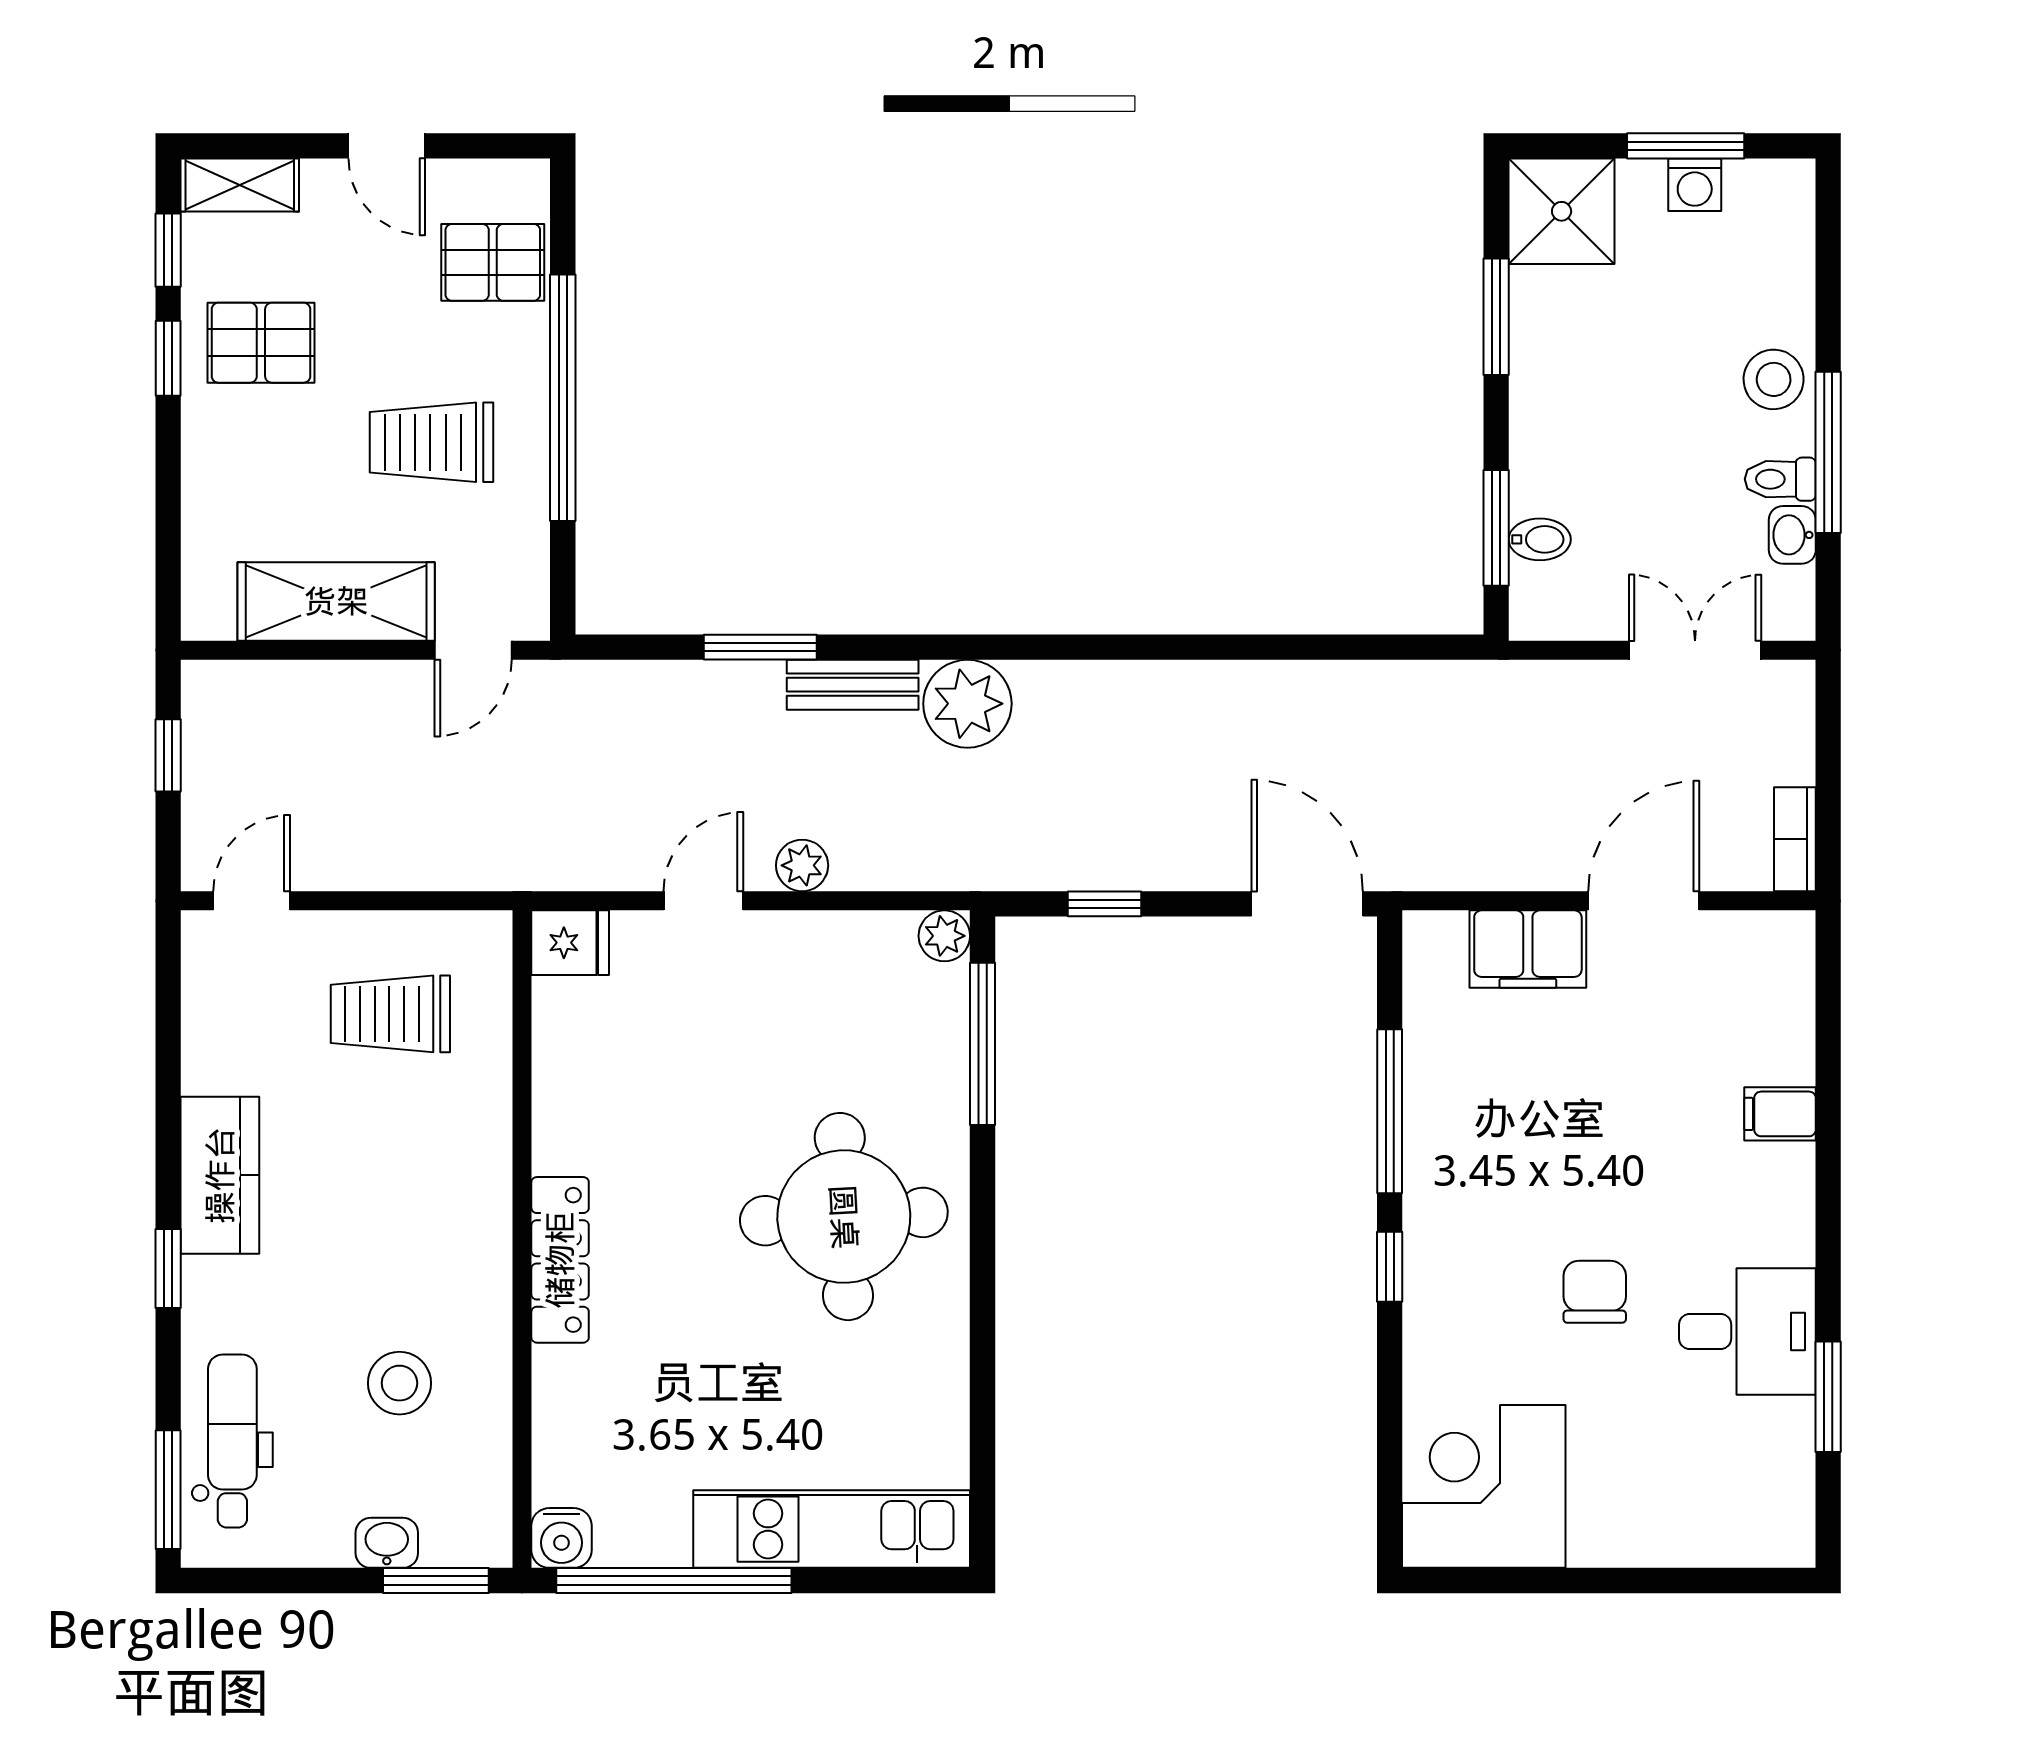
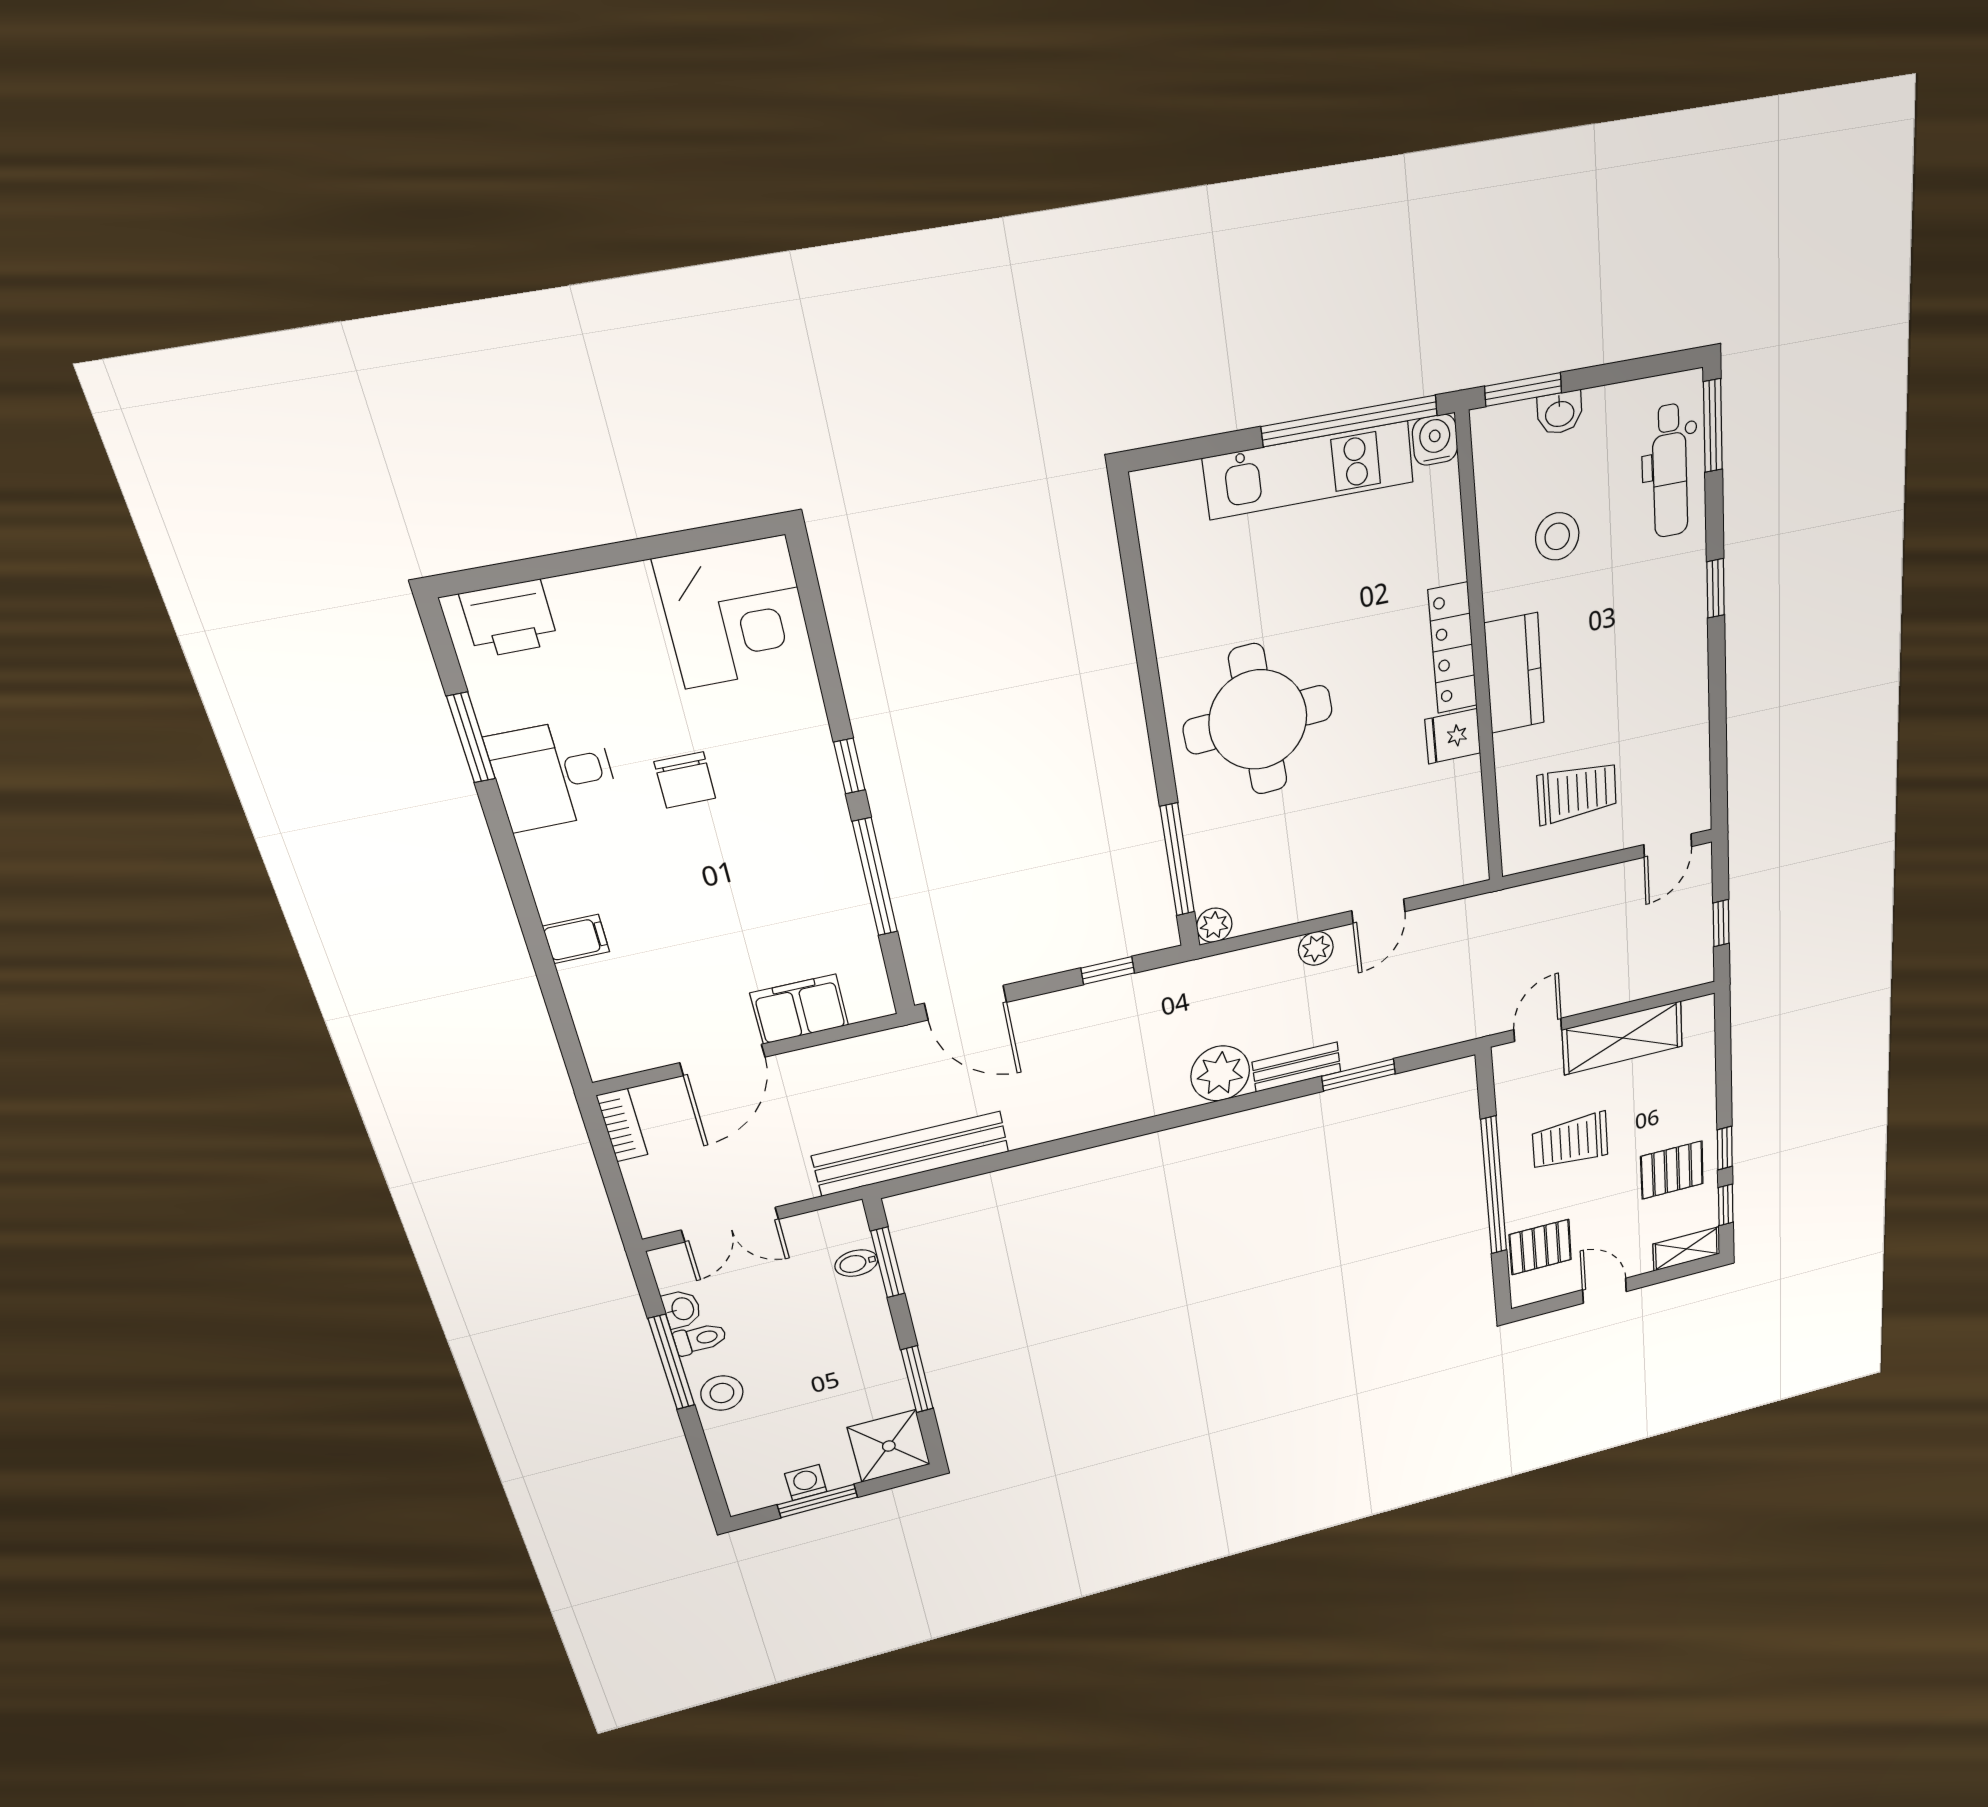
trolley: (432, 442) -> (1570, 1142), turned 180
bench: (1427, 693) -> (911, 1154), added
fridge: (570, 943) -> (1453, 736), moved
kitchen counter: (220, 1175) -> (1514, 673), moved, turned 180
kitchen unit: (832, 1529) -> (1309, 470), moved
printer: (1744, 1529) -> (509, 619), added

